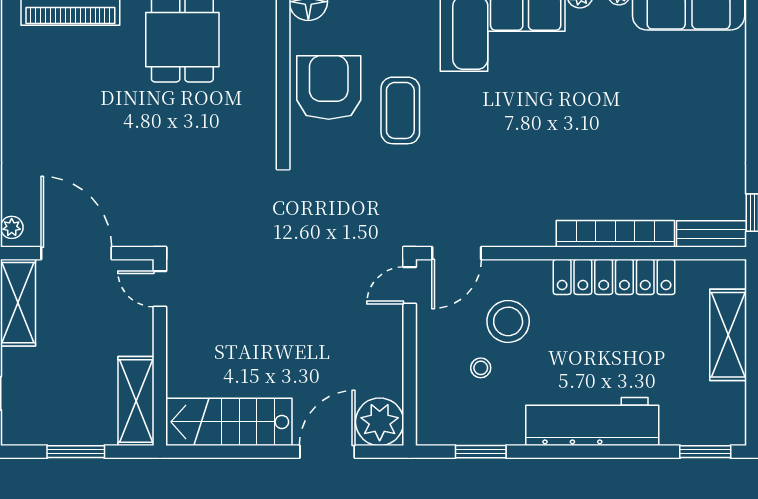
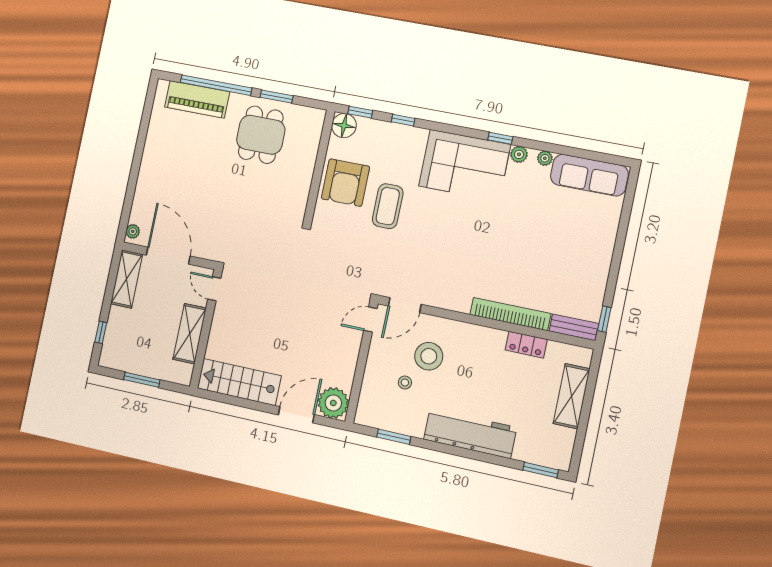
armchair: (329, 87) -> (345, 183), turned 180
locker: (614, 277) -> (526, 345), width x0.46, depth x0.83
shelving: (136, 401) -> (190, 334), moved

